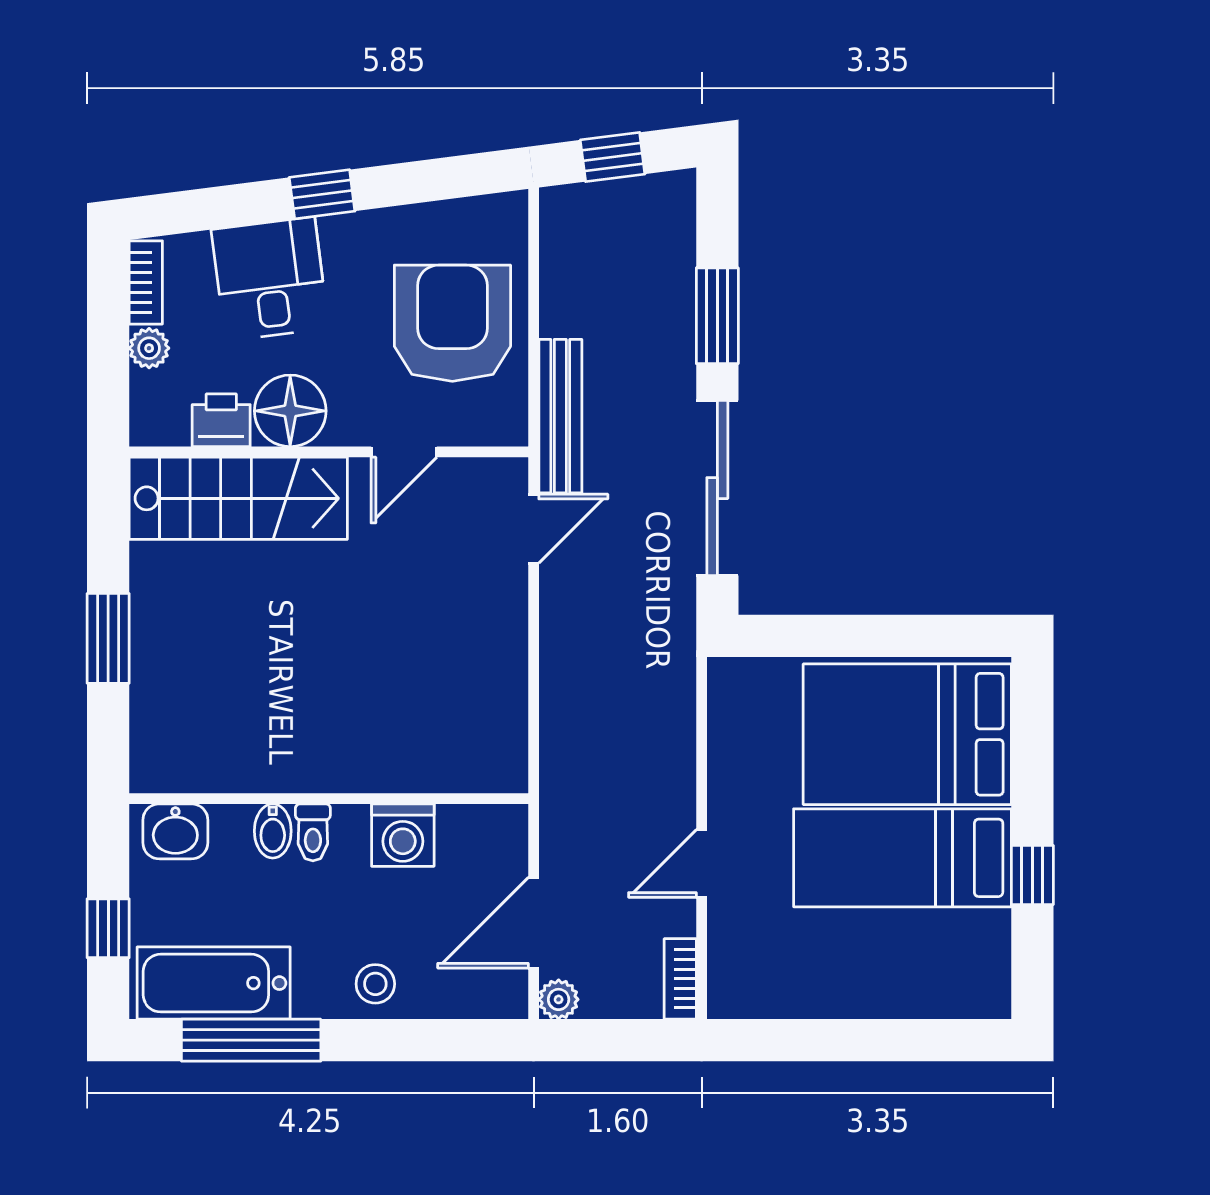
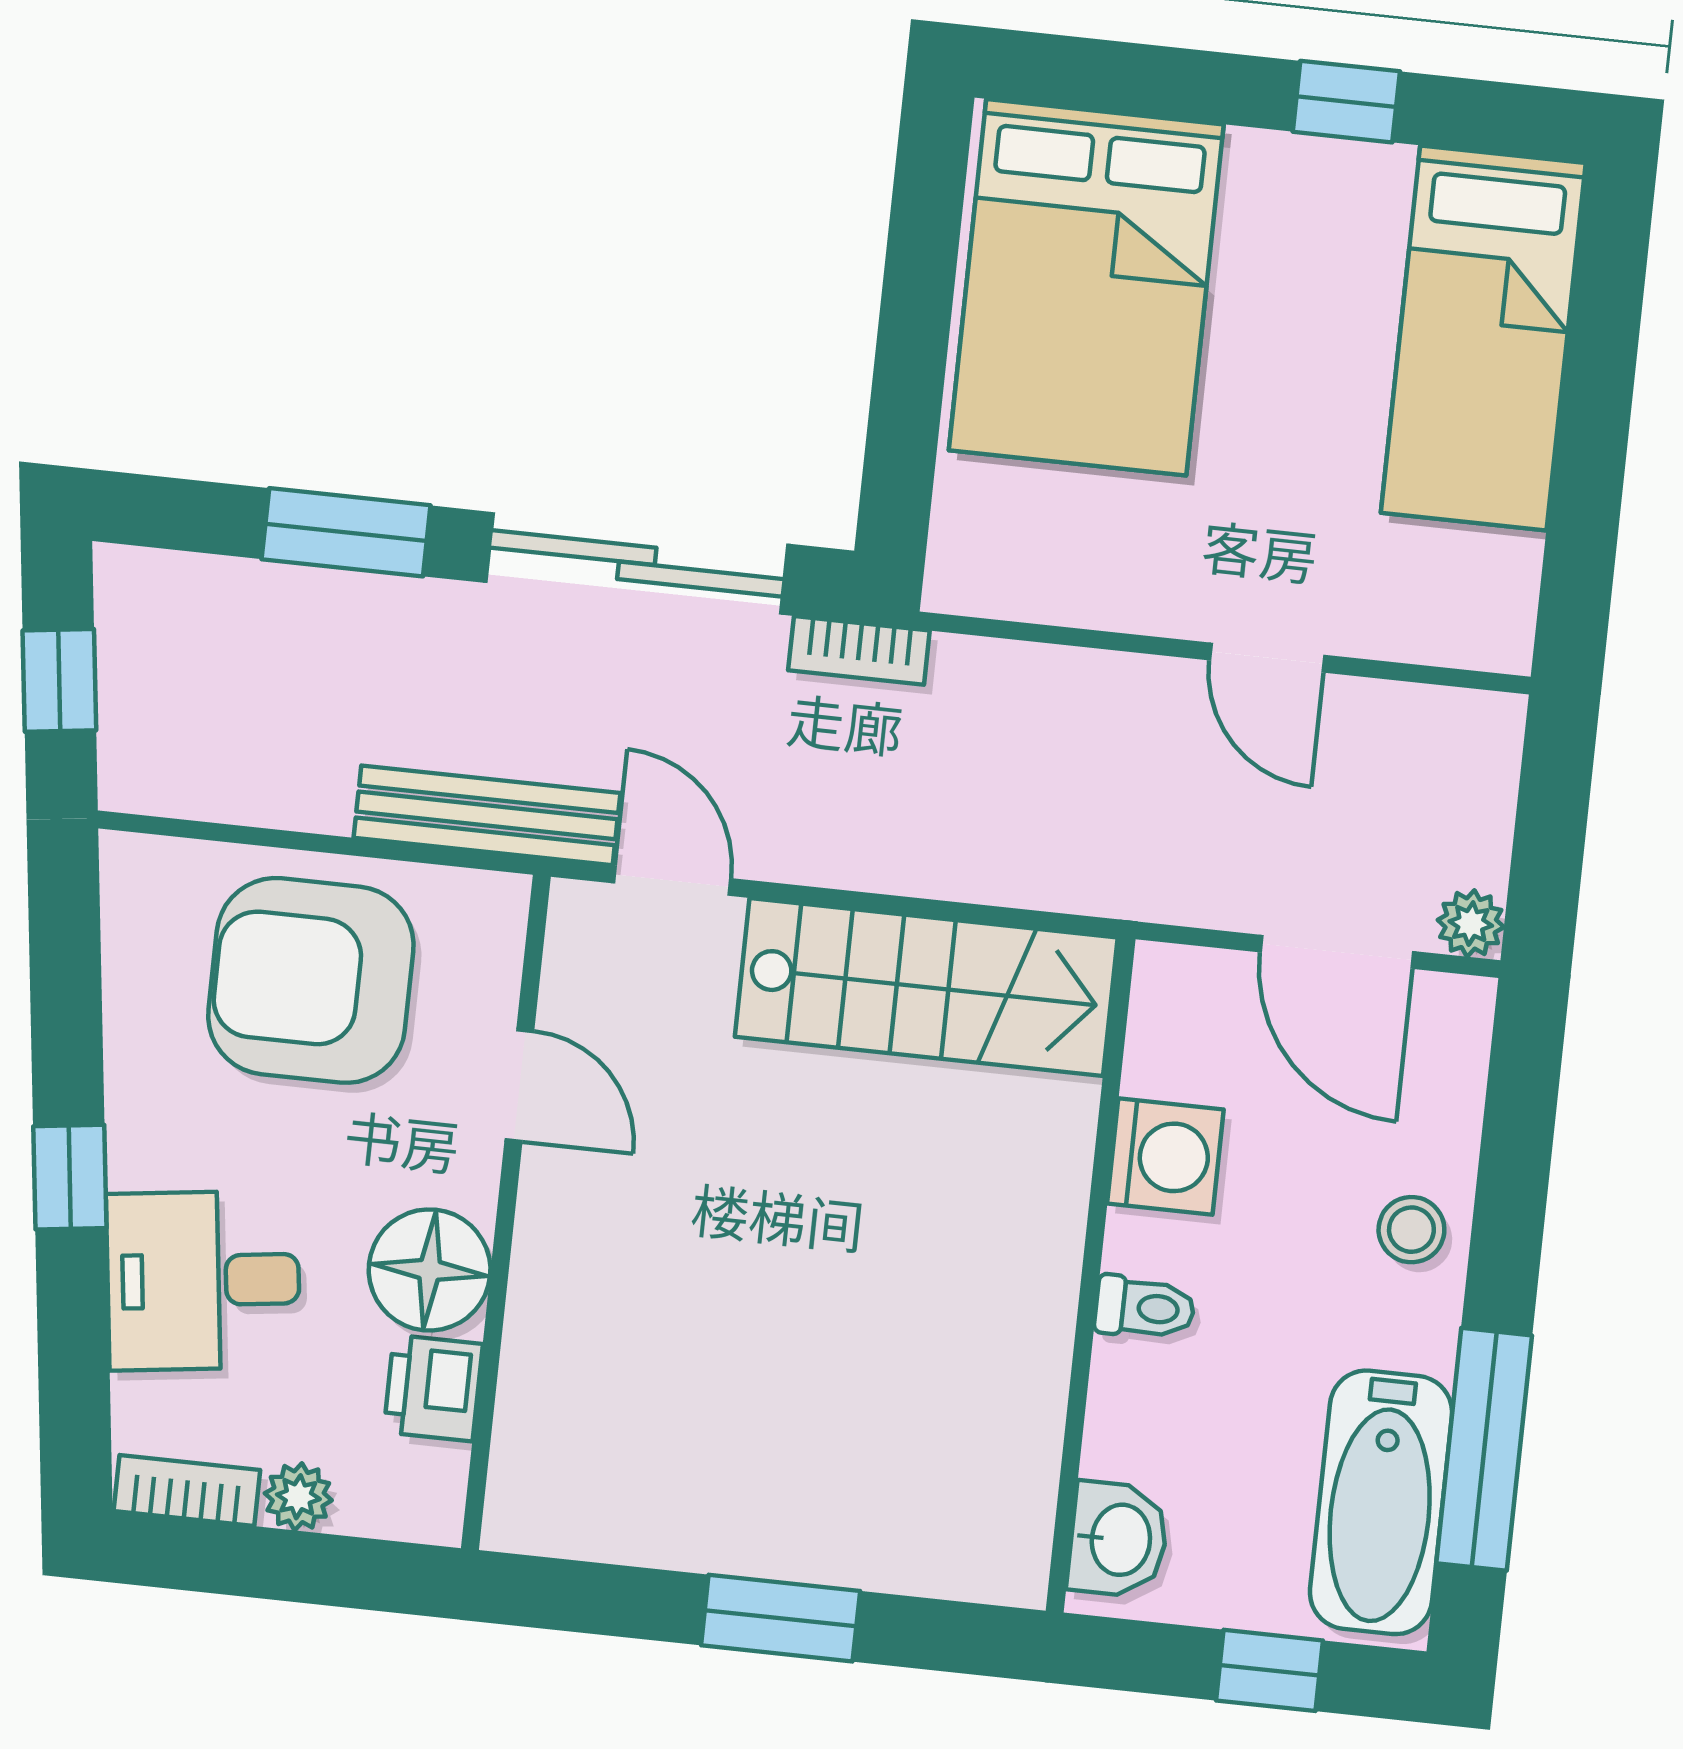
stairs: (238, 498) -> (926, 987), moved, turned 90
bidet: (273, 831) -> (1135, 1375), removed
bed: (902, 858) -> (1483, 338), moved
bookcase: (680, 979) -> (859, 650), moved

